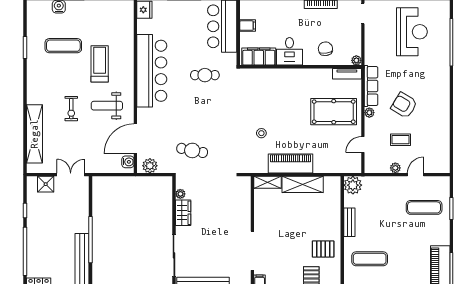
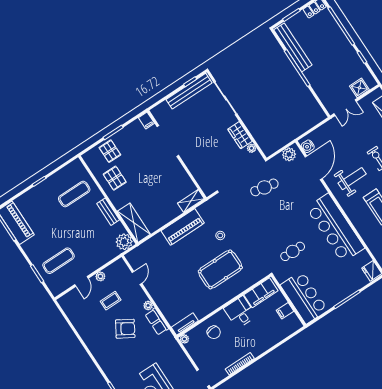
row of seats: (371, 86) -> (157, 322), width x0.68
pool table: (334, 112) -> (220, 269), moved
shelving: (303, 184) -> (134, 223), moved, turned 90
pallet: (323, 249) -> (115, 178), turned 90

